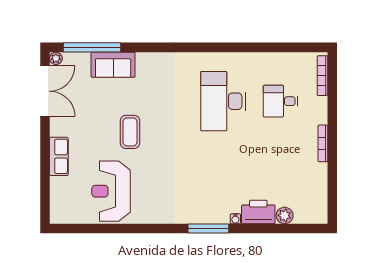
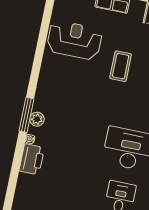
coffee table: (130, 132) -> (121, 66), turned 90
plant: (285, 215) -> (37, 119), moved

